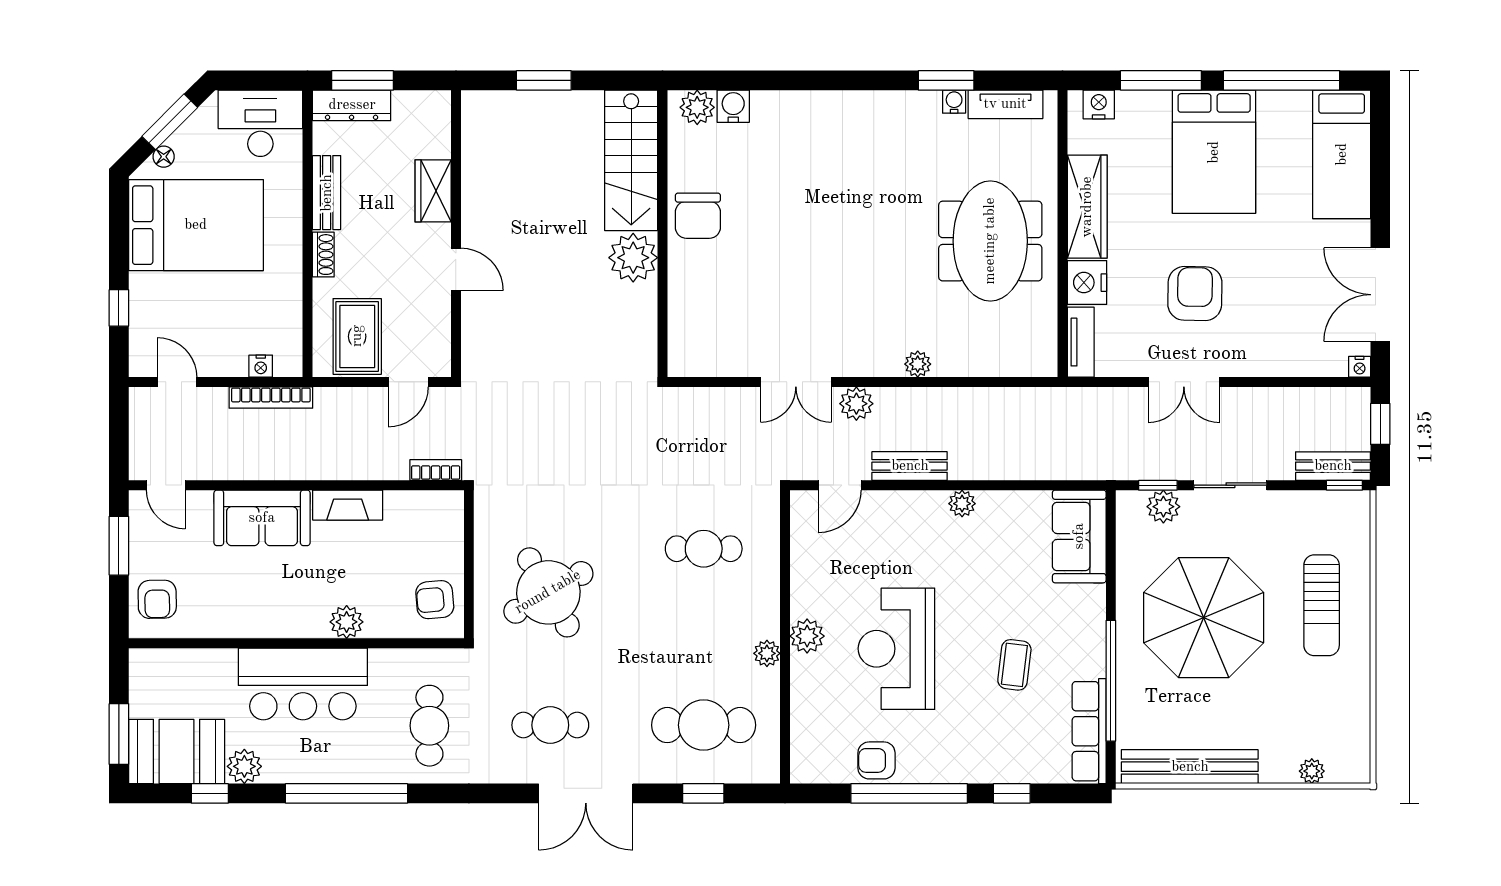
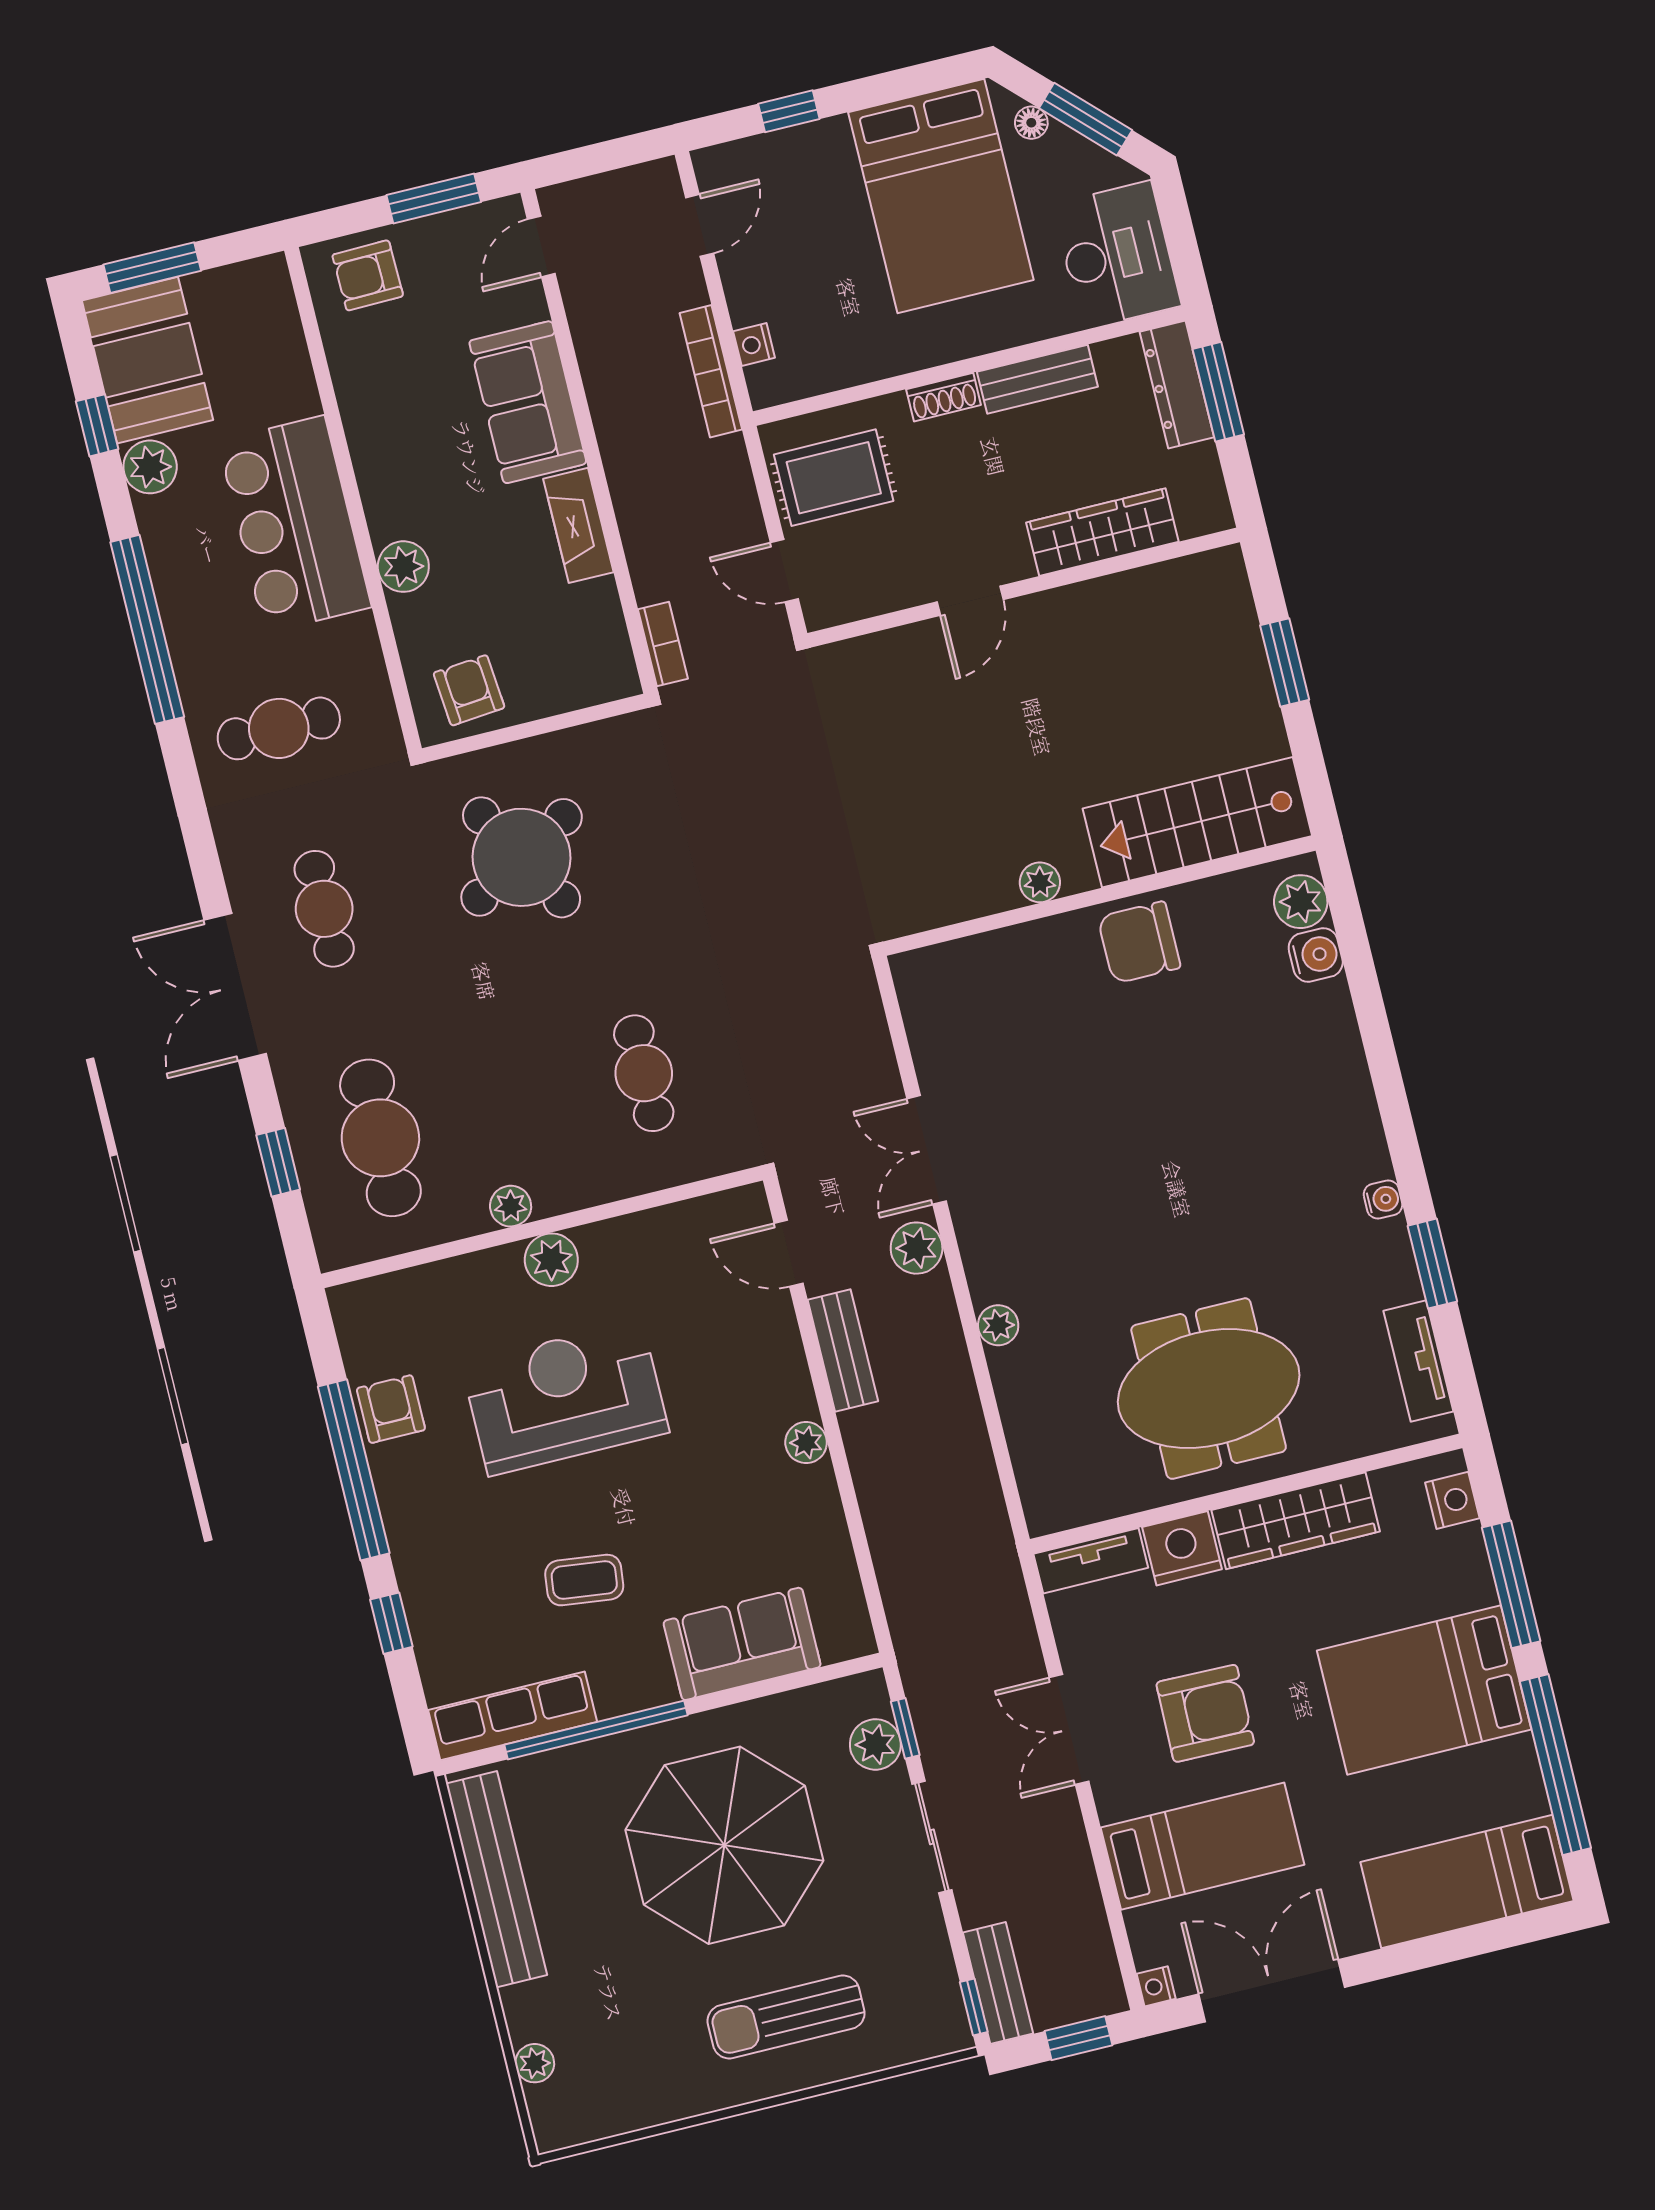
water cooler: (954, 102) -> (1383, 1199), moved
wardrobe: (433, 191) -> (1102, 532), width x1.50
plant: (633, 258) -> (1040, 882), width x0.53, depth x0.53
bed: (1278, 316) -> (1203, 1846), added
sofa: (1079, 536) -> (742, 1644), moved

